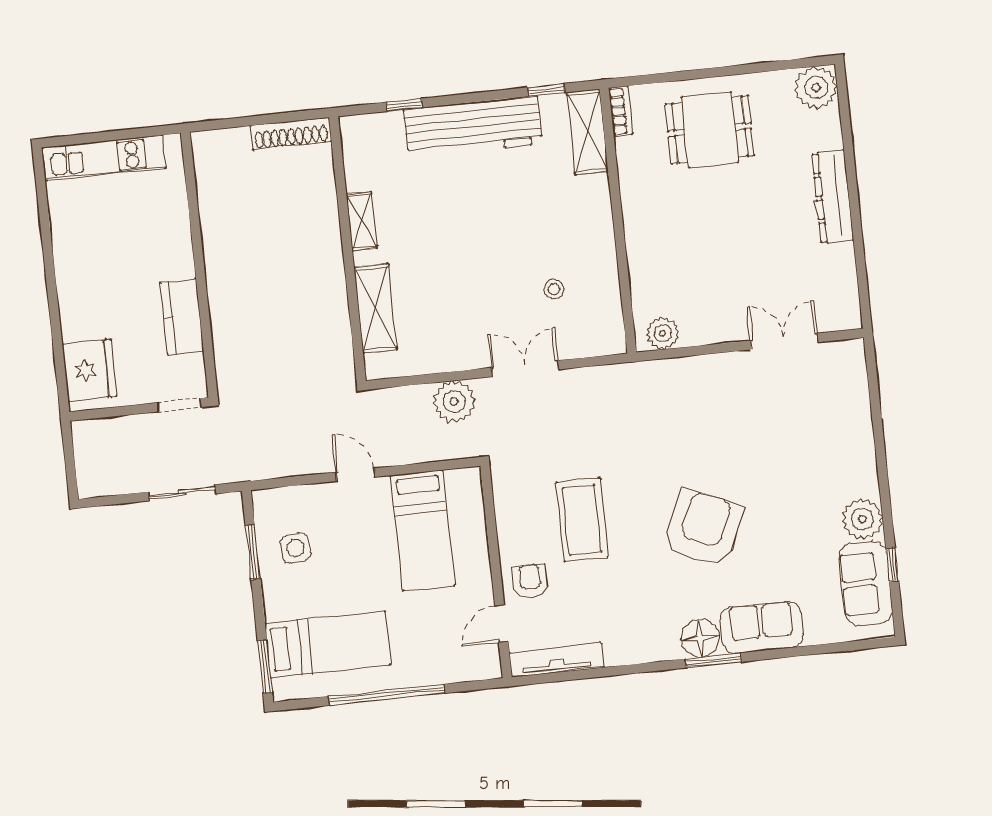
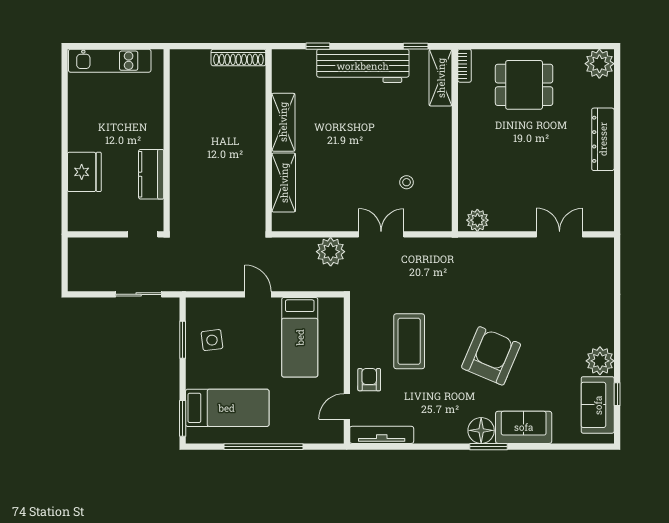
shelving: (362, 221) -> (283, 122), width x1.50, depth x1.33
fridge: (89, 370) -> (84, 172), moved

